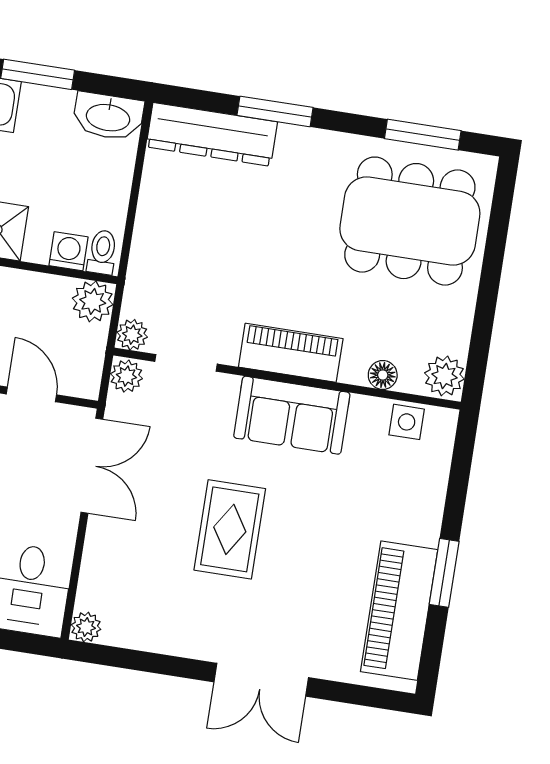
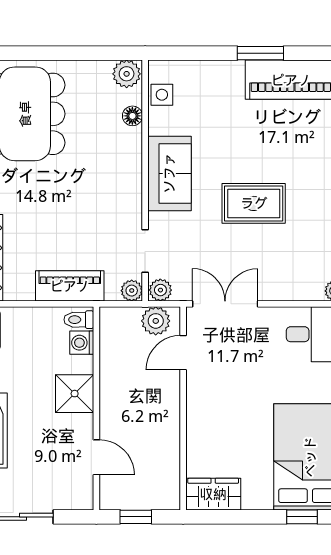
plant: (93, 301) -> (156, 321), moved
piano: (291, 353) -> (70, 286), moved, turned 90

